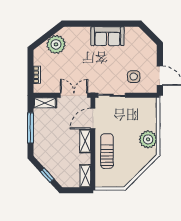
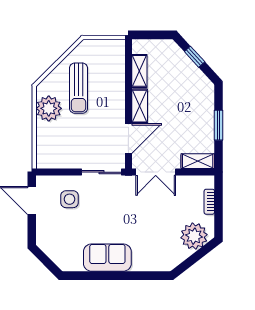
plant: (56, 44) -> (194, 236), moved
window: (30, 128) -> (219, 125), width x0.69
sun lounger: (107, 151) -> (79, 88), moved
shelving: (85, 176) -> (139, 71), moved

